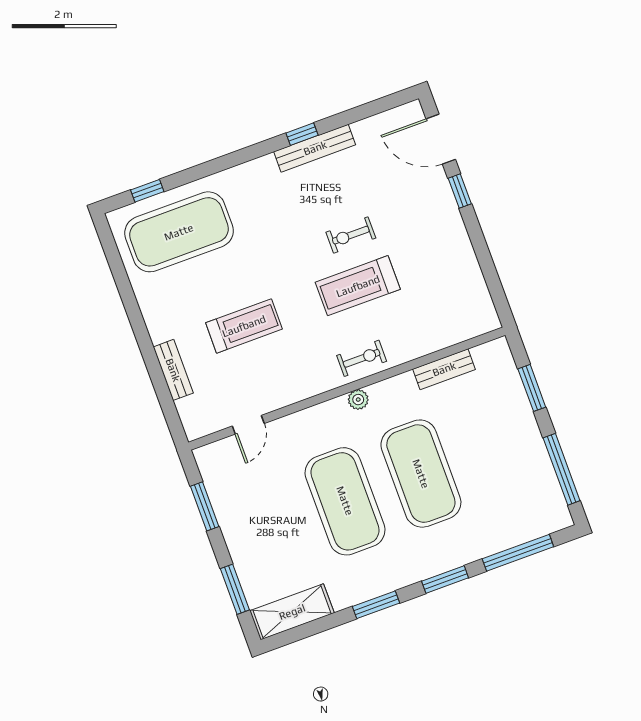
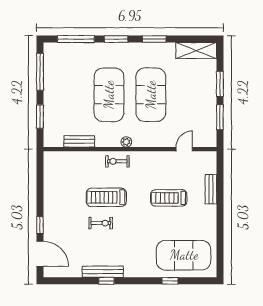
window: (147, 191) -> (170, 281), moved
treadmill: (358, 286) -> (106, 197), turned 180
window: (235, 589) -> (220, 84), moved

